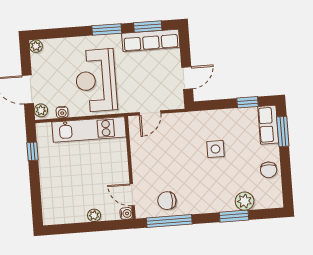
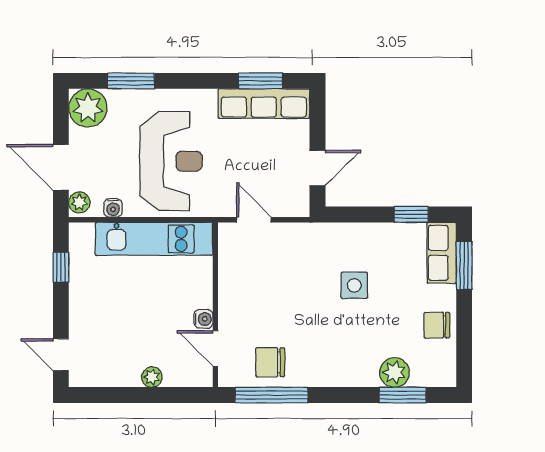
window: (107, 30) -> (131, 81), moved
plant: (36, 46) -> (88, 108), width x1.88, depth x1.88
reception desk: (96, 80) -> (171, 161), turned 180
door: (150, 113) -> (254, 220), swing flipped
chair: (269, 170) -> (437, 325), turned 90
door: (37, 206) -> (61, 355), added
water cooler: (126, 213) -> (203, 319), moved
window: (234, 216) -> (402, 395), moved

